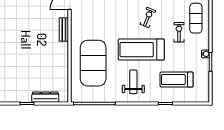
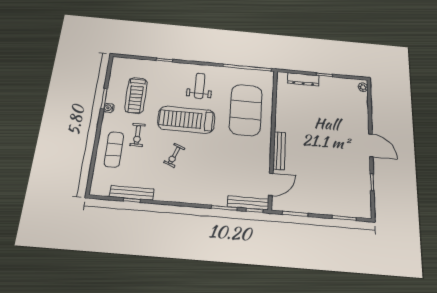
bench: (64, 29) -> (279, 151), width x1.36
treadmill: (141, 50) -> (186, 120), turned 180
treadmill: (177, 80) -> (136, 95), moved, turned 90
weight bench: (133, 82) -> (200, 86), turned 180

